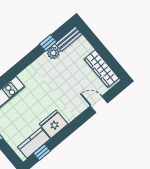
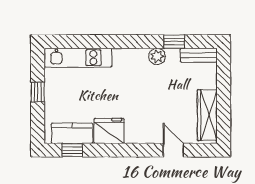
plant: (53, 53) -> (157, 56), moved

